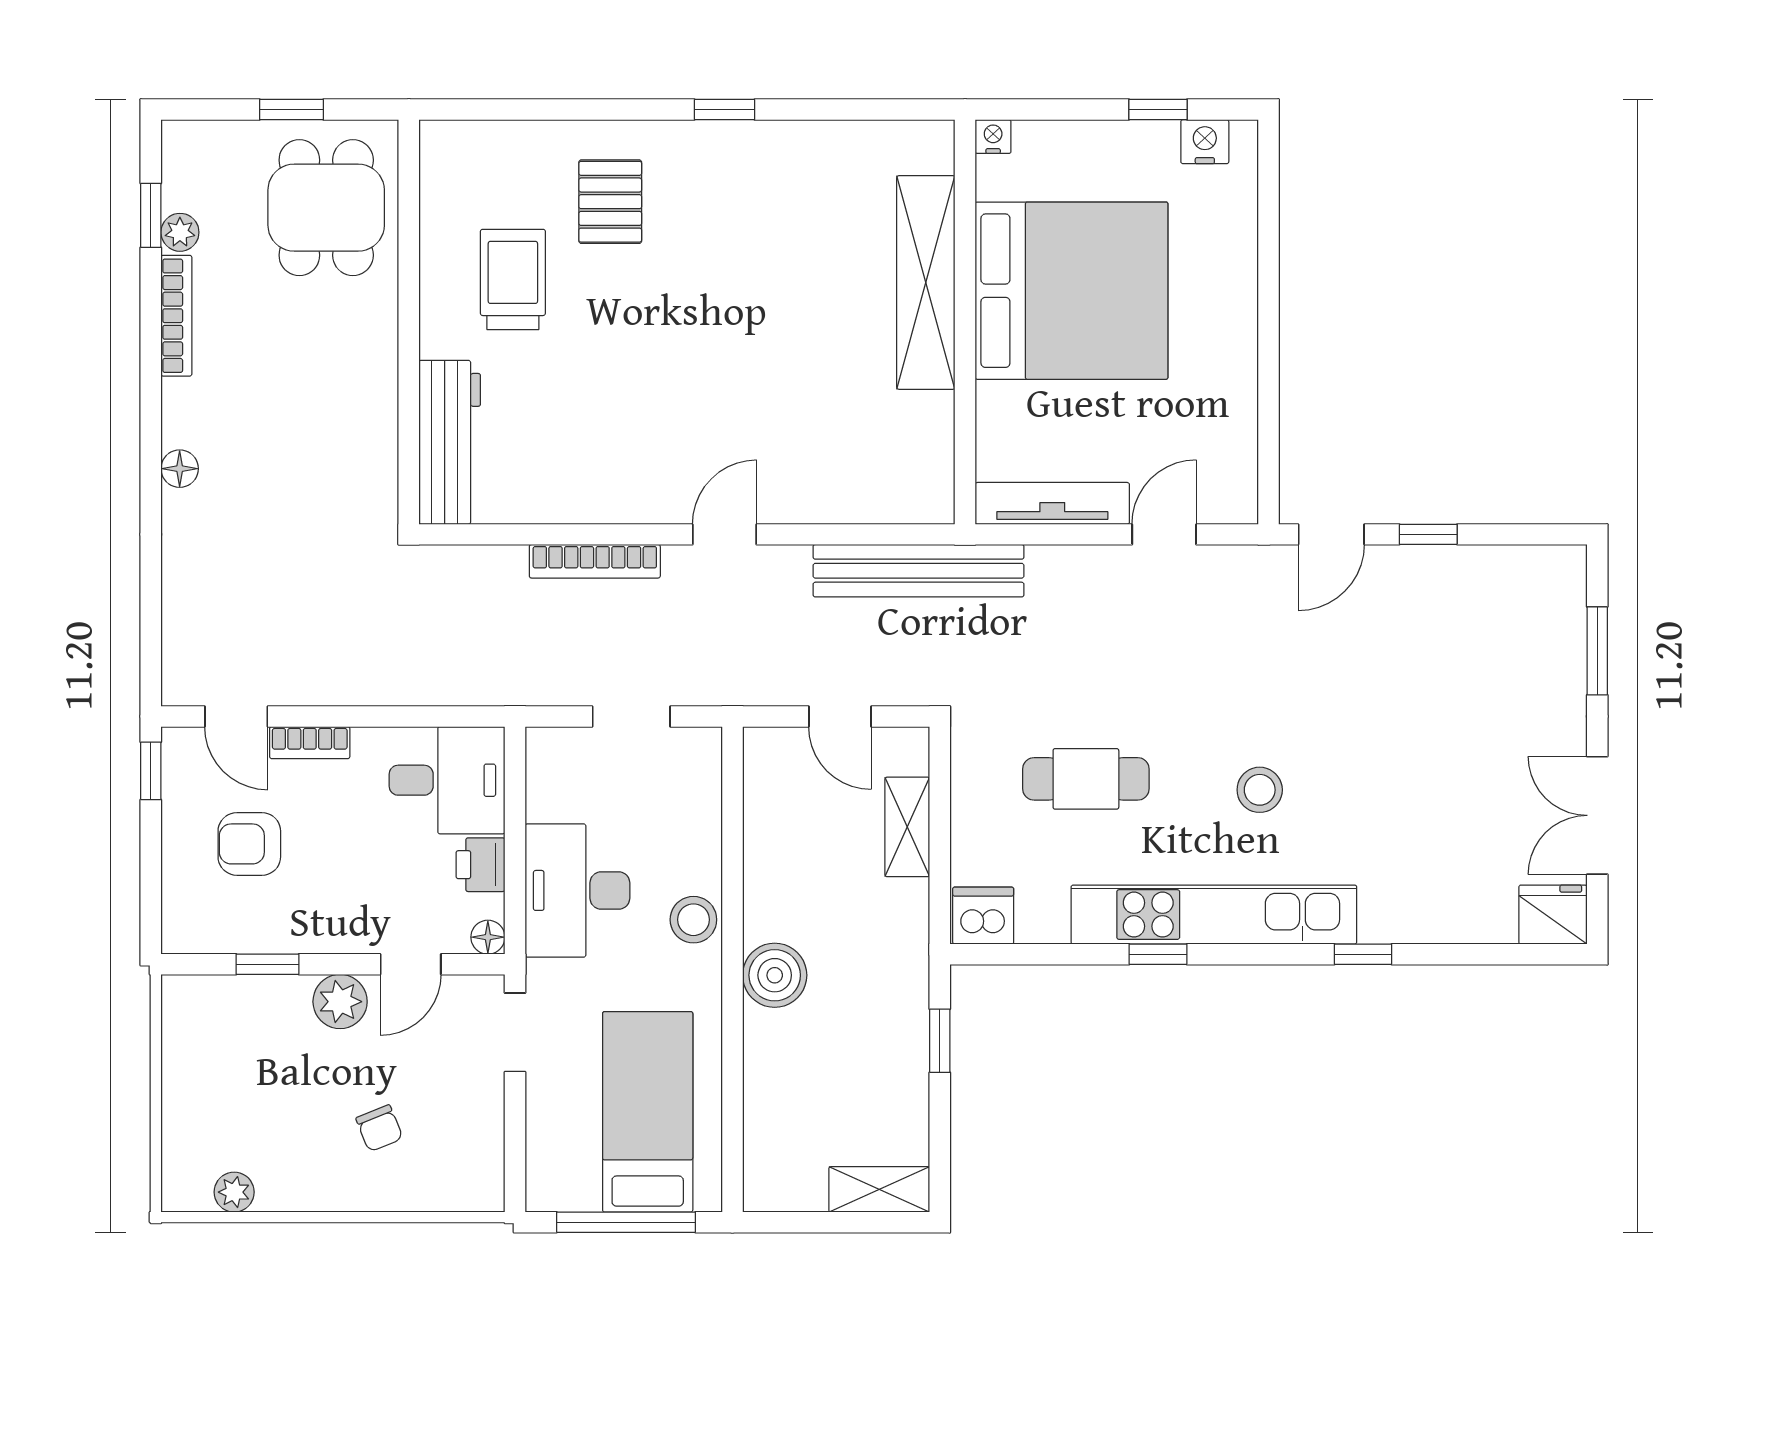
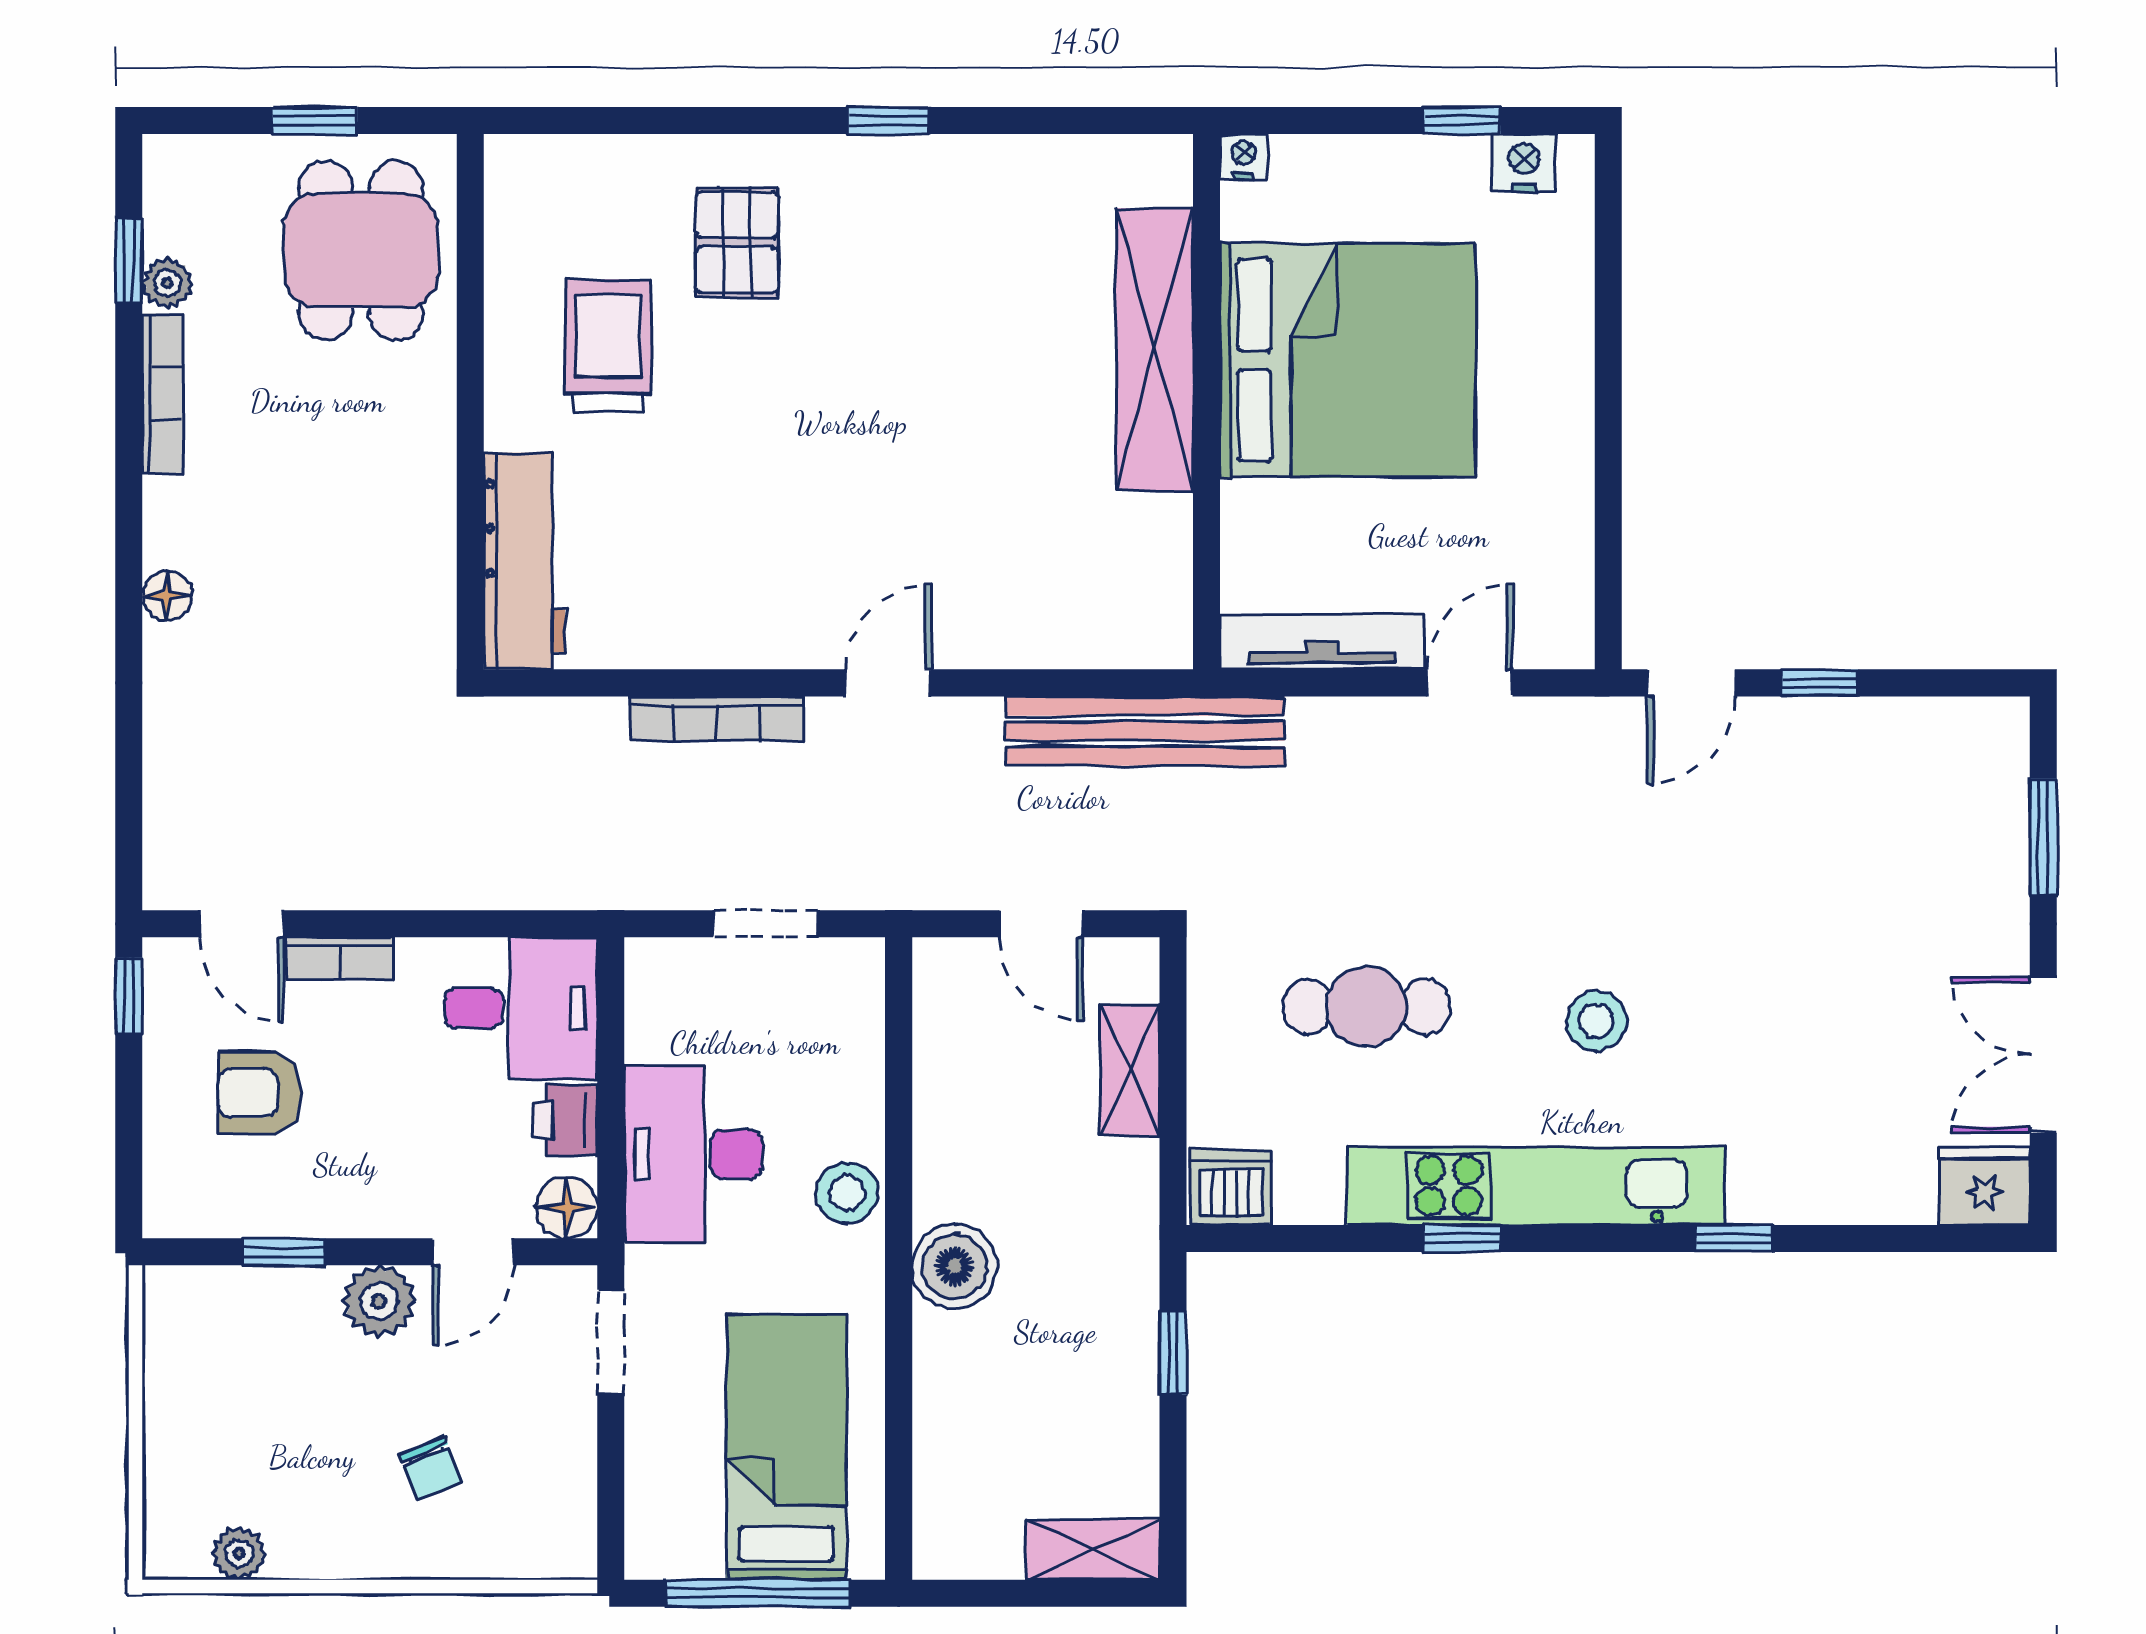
floor lamp: (488, 937) -> (567, 1208), width x1.37, depth x1.37

